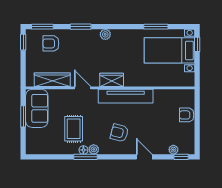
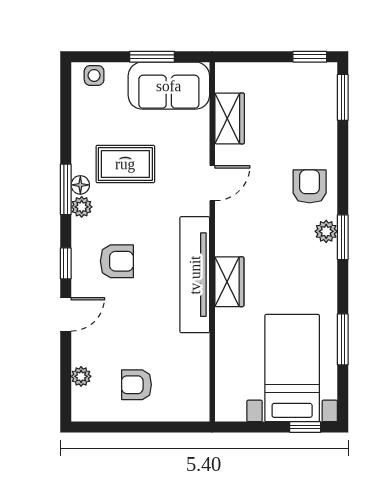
window: (81, 27) -> (343, 237), moved
armchair: (51, 43) -> (310, 186), moved
wardrobe: (52, 80) -> (230, 118), width x0.67
wardrobe: (112, 80) -> (229, 282), moved
armchair: (187, 115) -> (136, 385), moved, turned -90
armchair: (119, 133) -> (117, 261), turned 75
side table: (32, 143) -> (94, 75), added
window: (181, 157) -> (66, 263), moved

